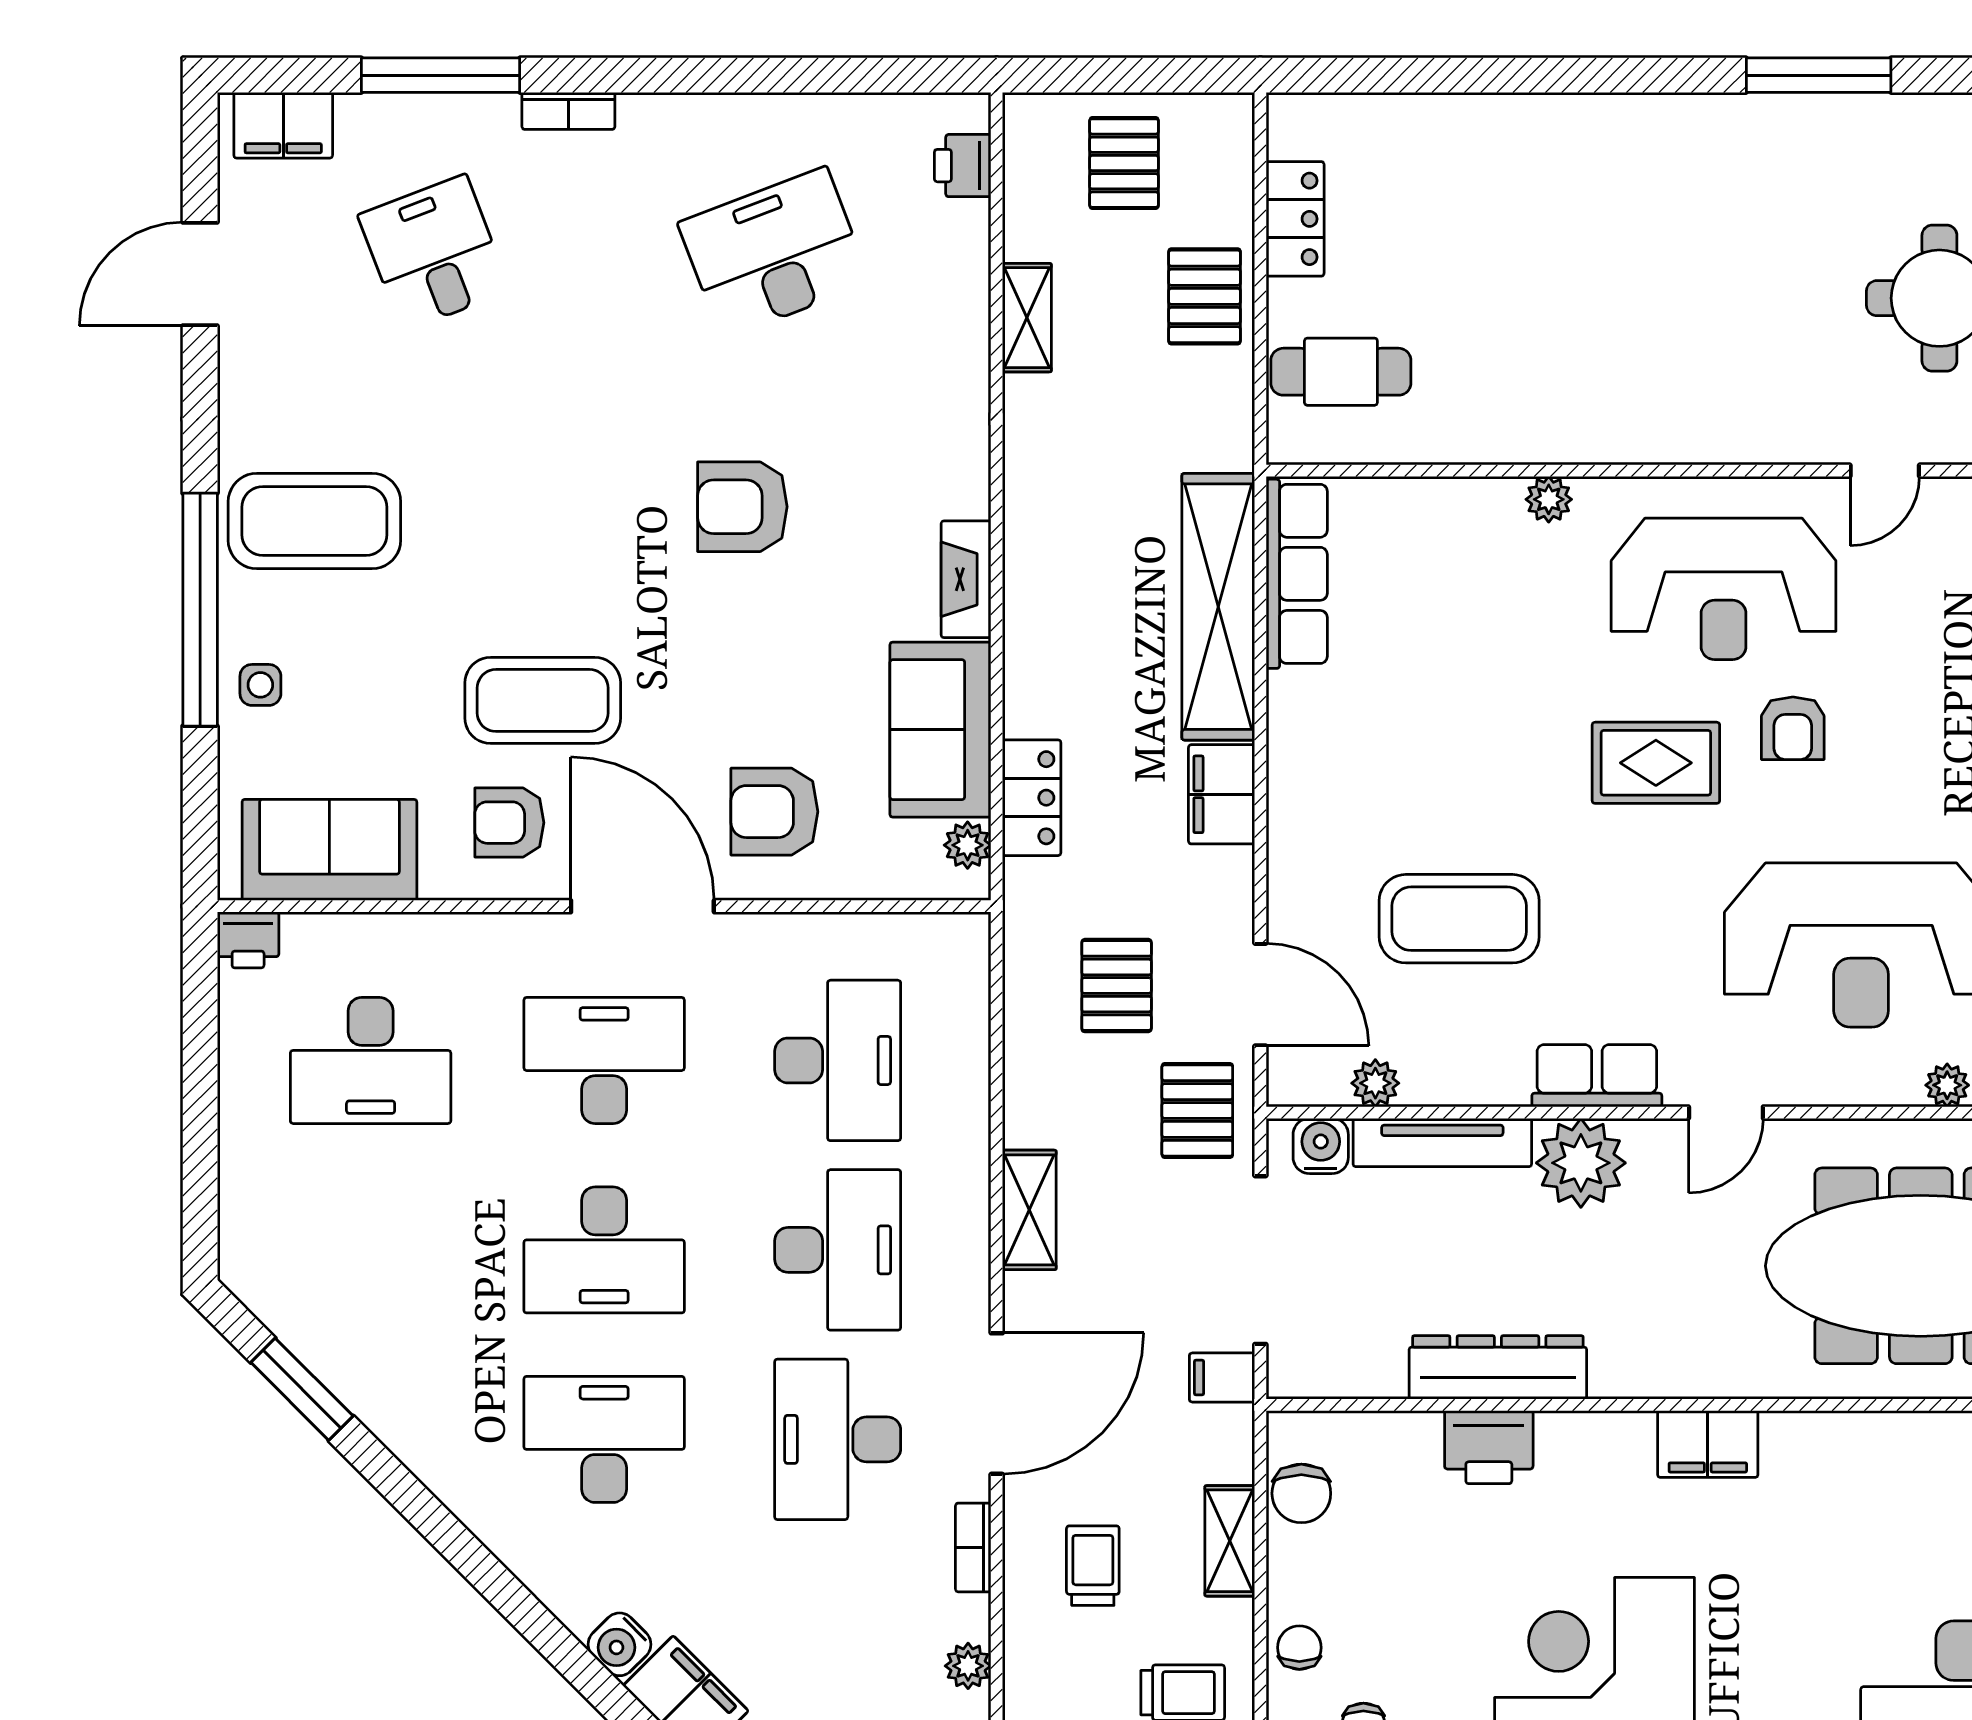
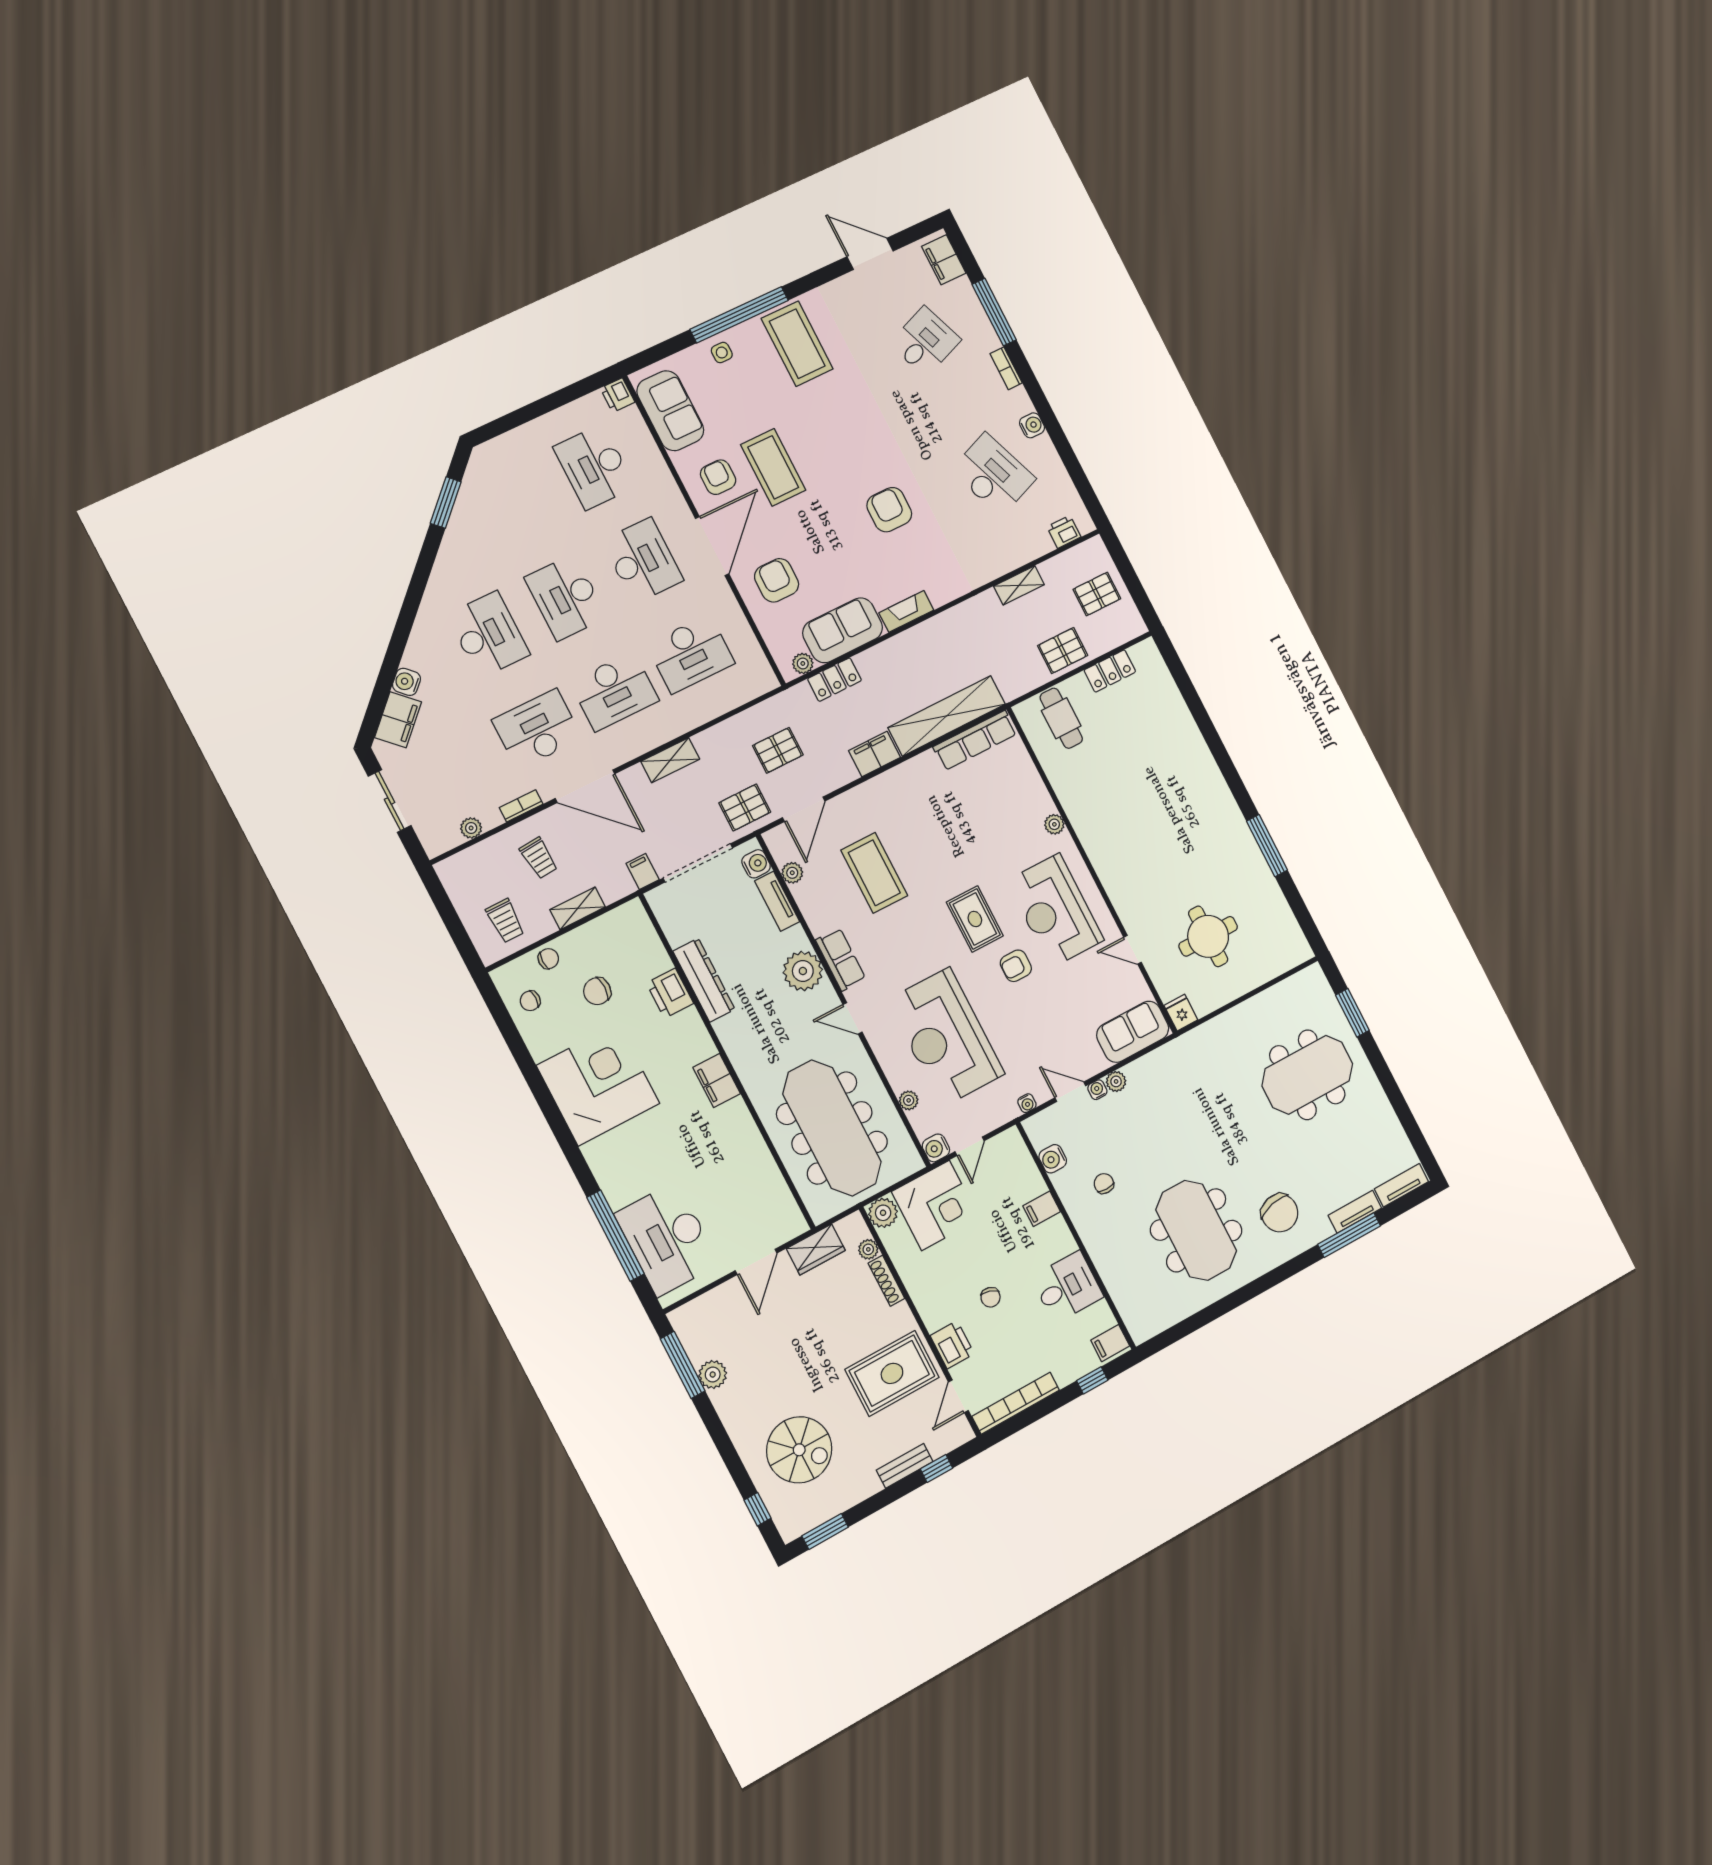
water cooler: (712, 118) -> (1032, 425), added
tv unit: (1442, 1142) -> (777, 901), width x0.71
chair: (1301, 1493) -> (597, 991), moved
trolley: (1093, 1566) -> (539, 858), turned 85

